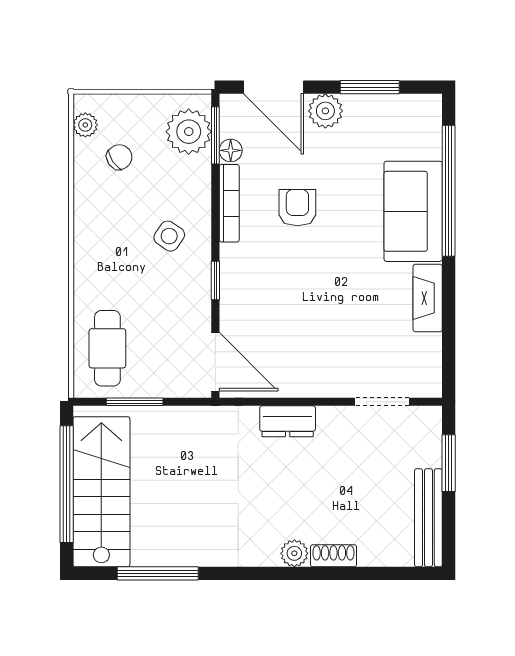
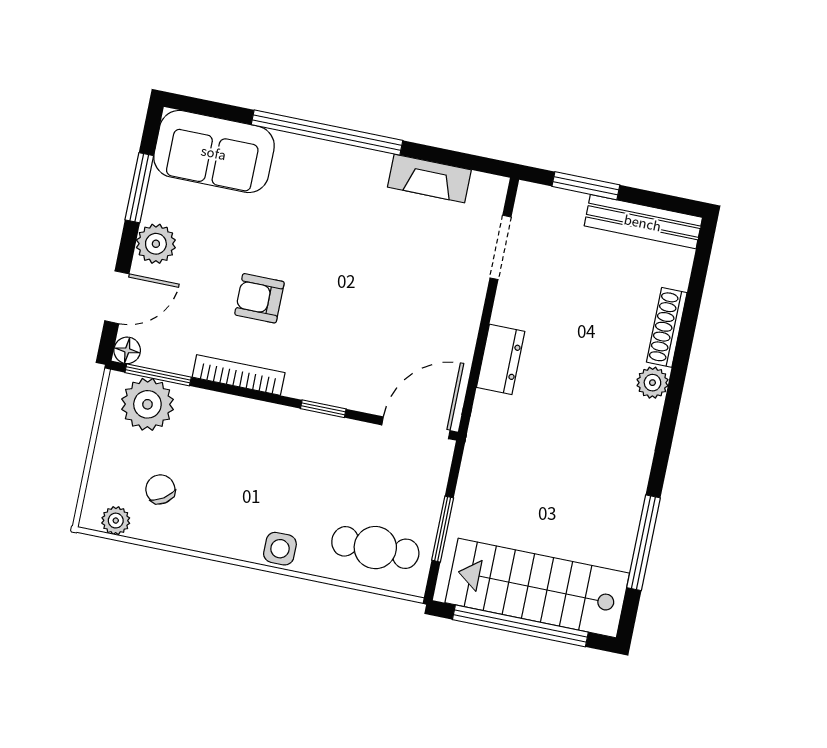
door: (274, 87) -> (117, 297), width x0.73
floor lamp: (231, 150) -> (127, 350), moved
window: (449, 191) -> (327, 133), moved
sofa: (413, 211) -> (214, 152), moved
side table: (169, 236) -> (280, 549), moved, turned -34
fireplace: (428, 298) -> (429, 178), moved
shoe rack: (333, 556) -> (667, 327), width x1.43

